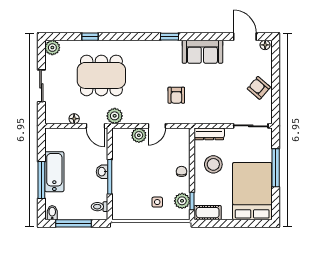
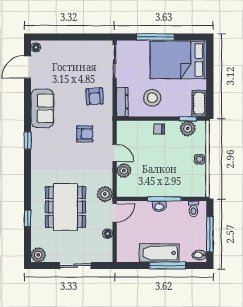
armchair: (259, 88) -> (95, 96), moved, turned -45
side table: (157, 202) -> (199, 159), moved

